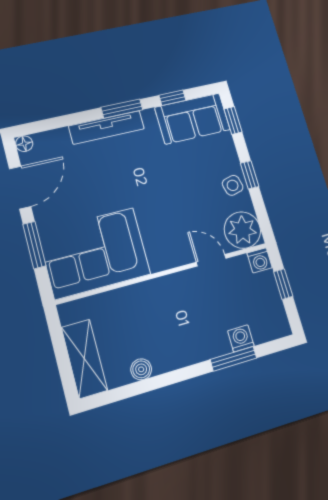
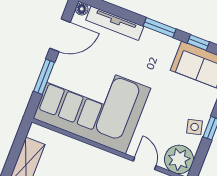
tv unit: (107, 127) -> (115, 23), moved
corner sofa: (94, 253) -> (92, 103), width x1.36, depth x1.36

